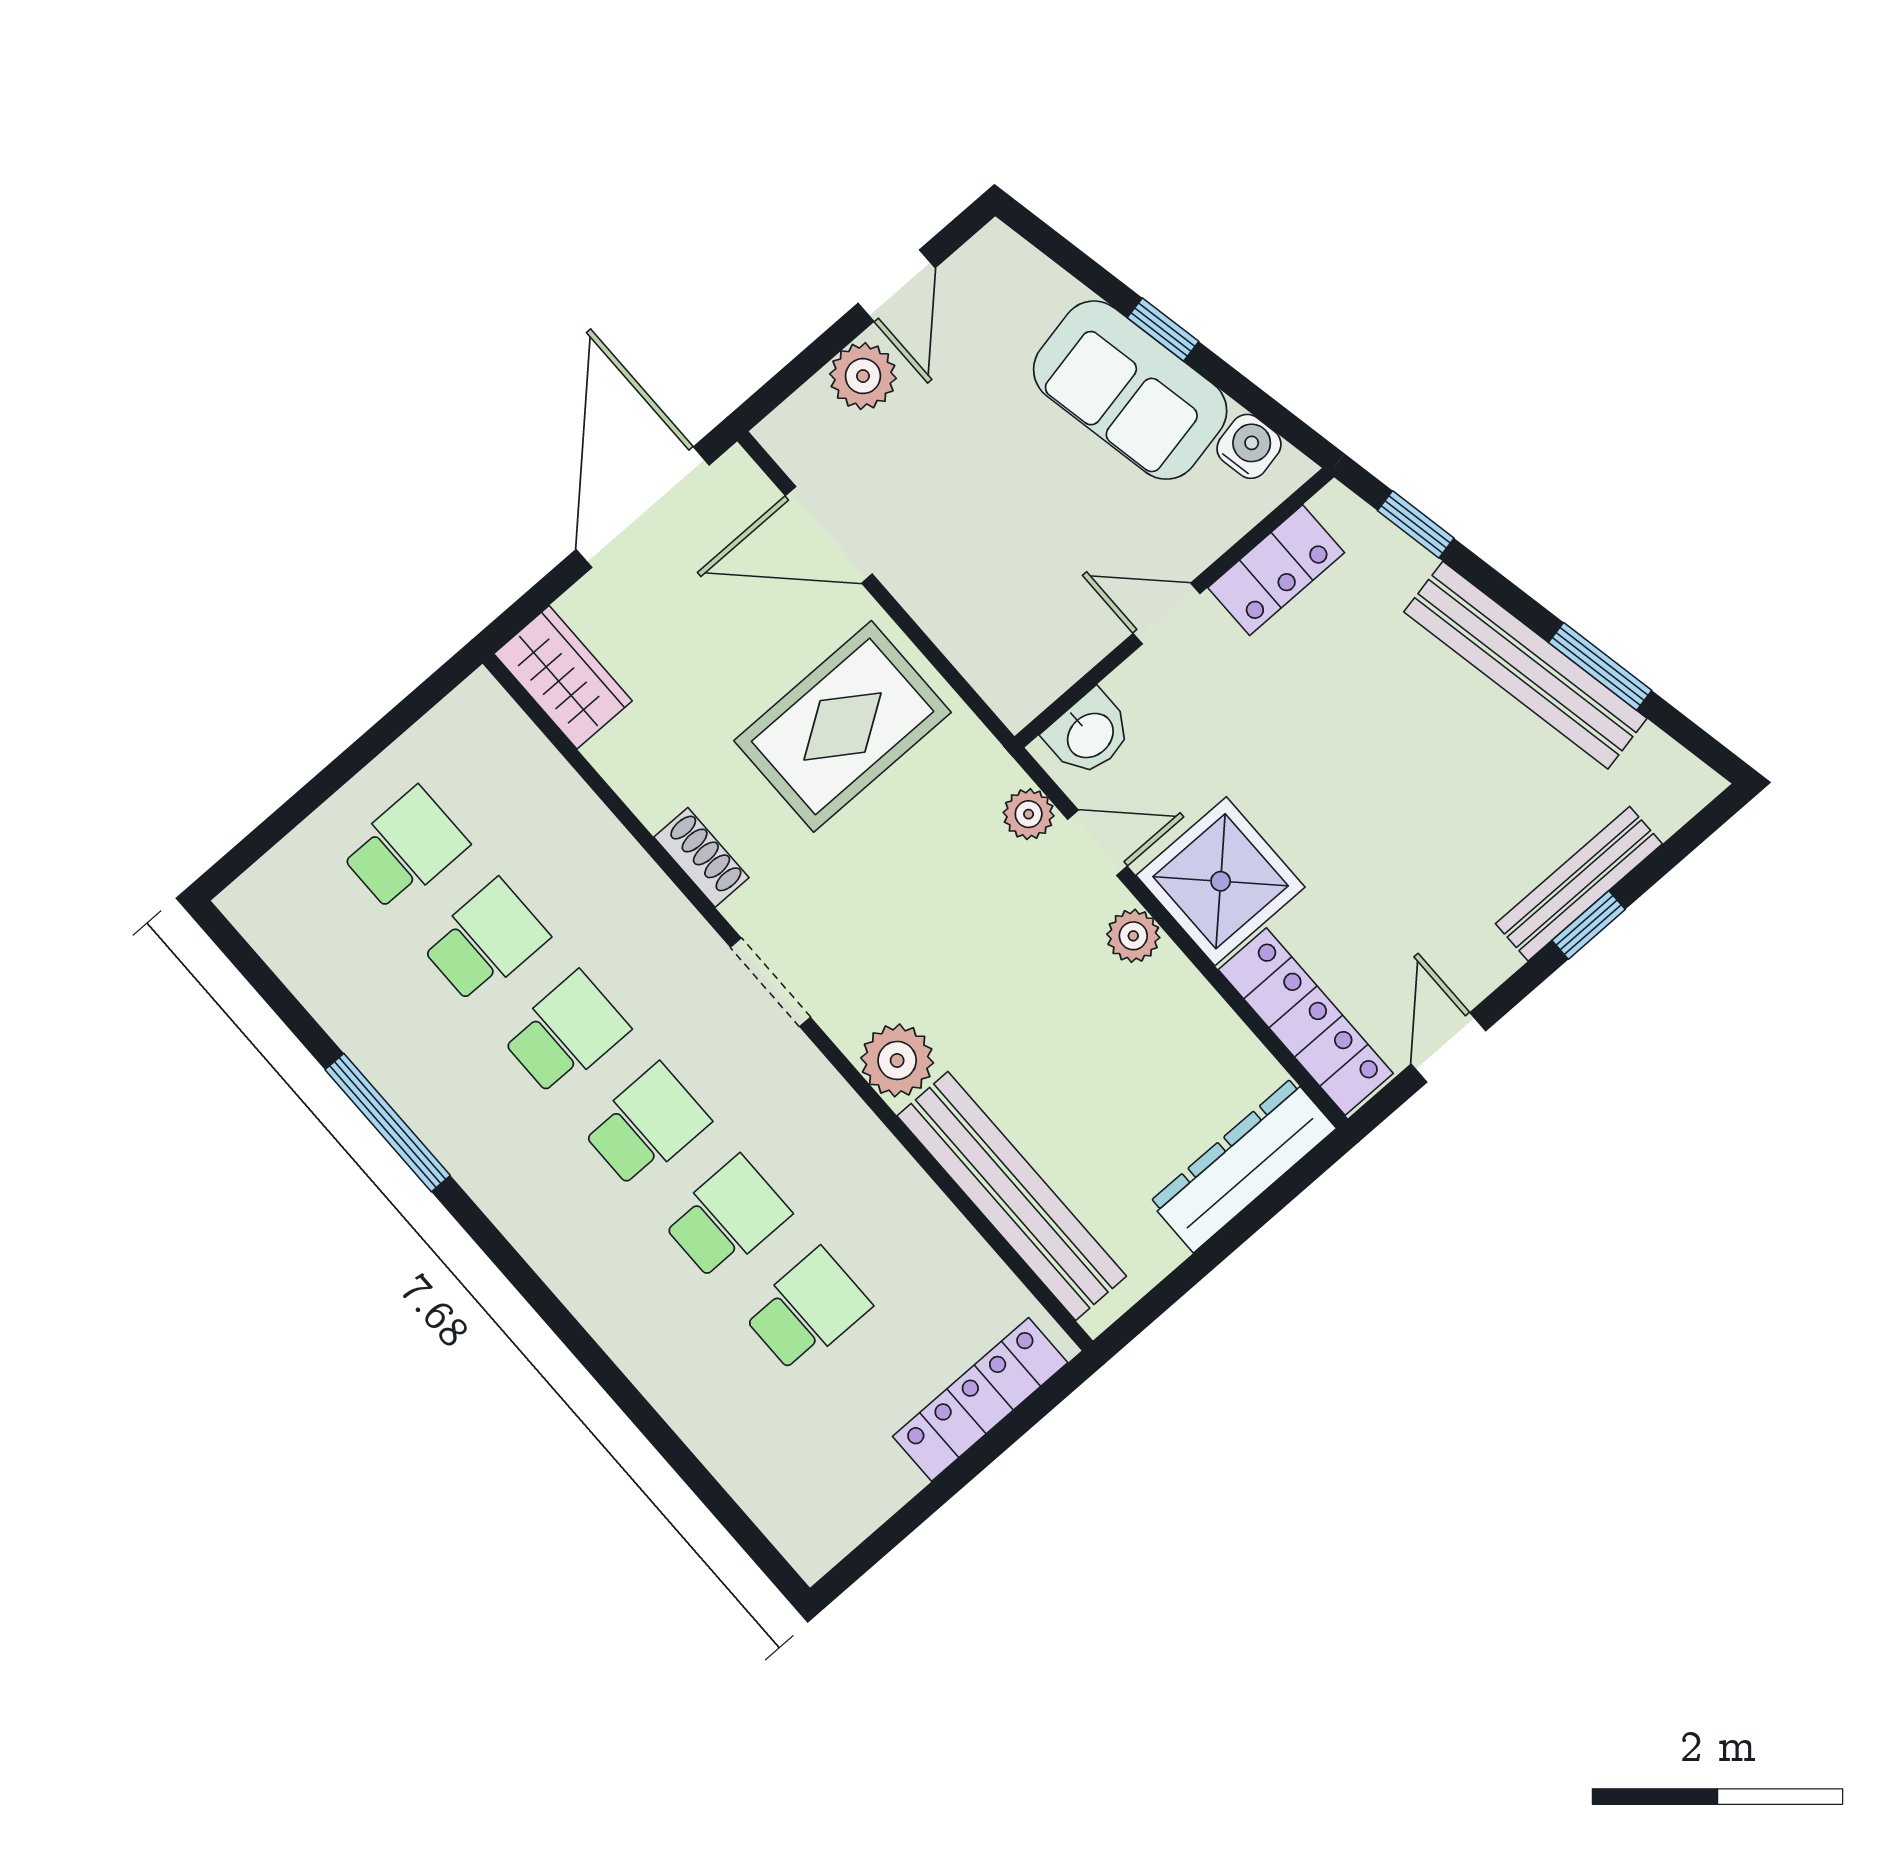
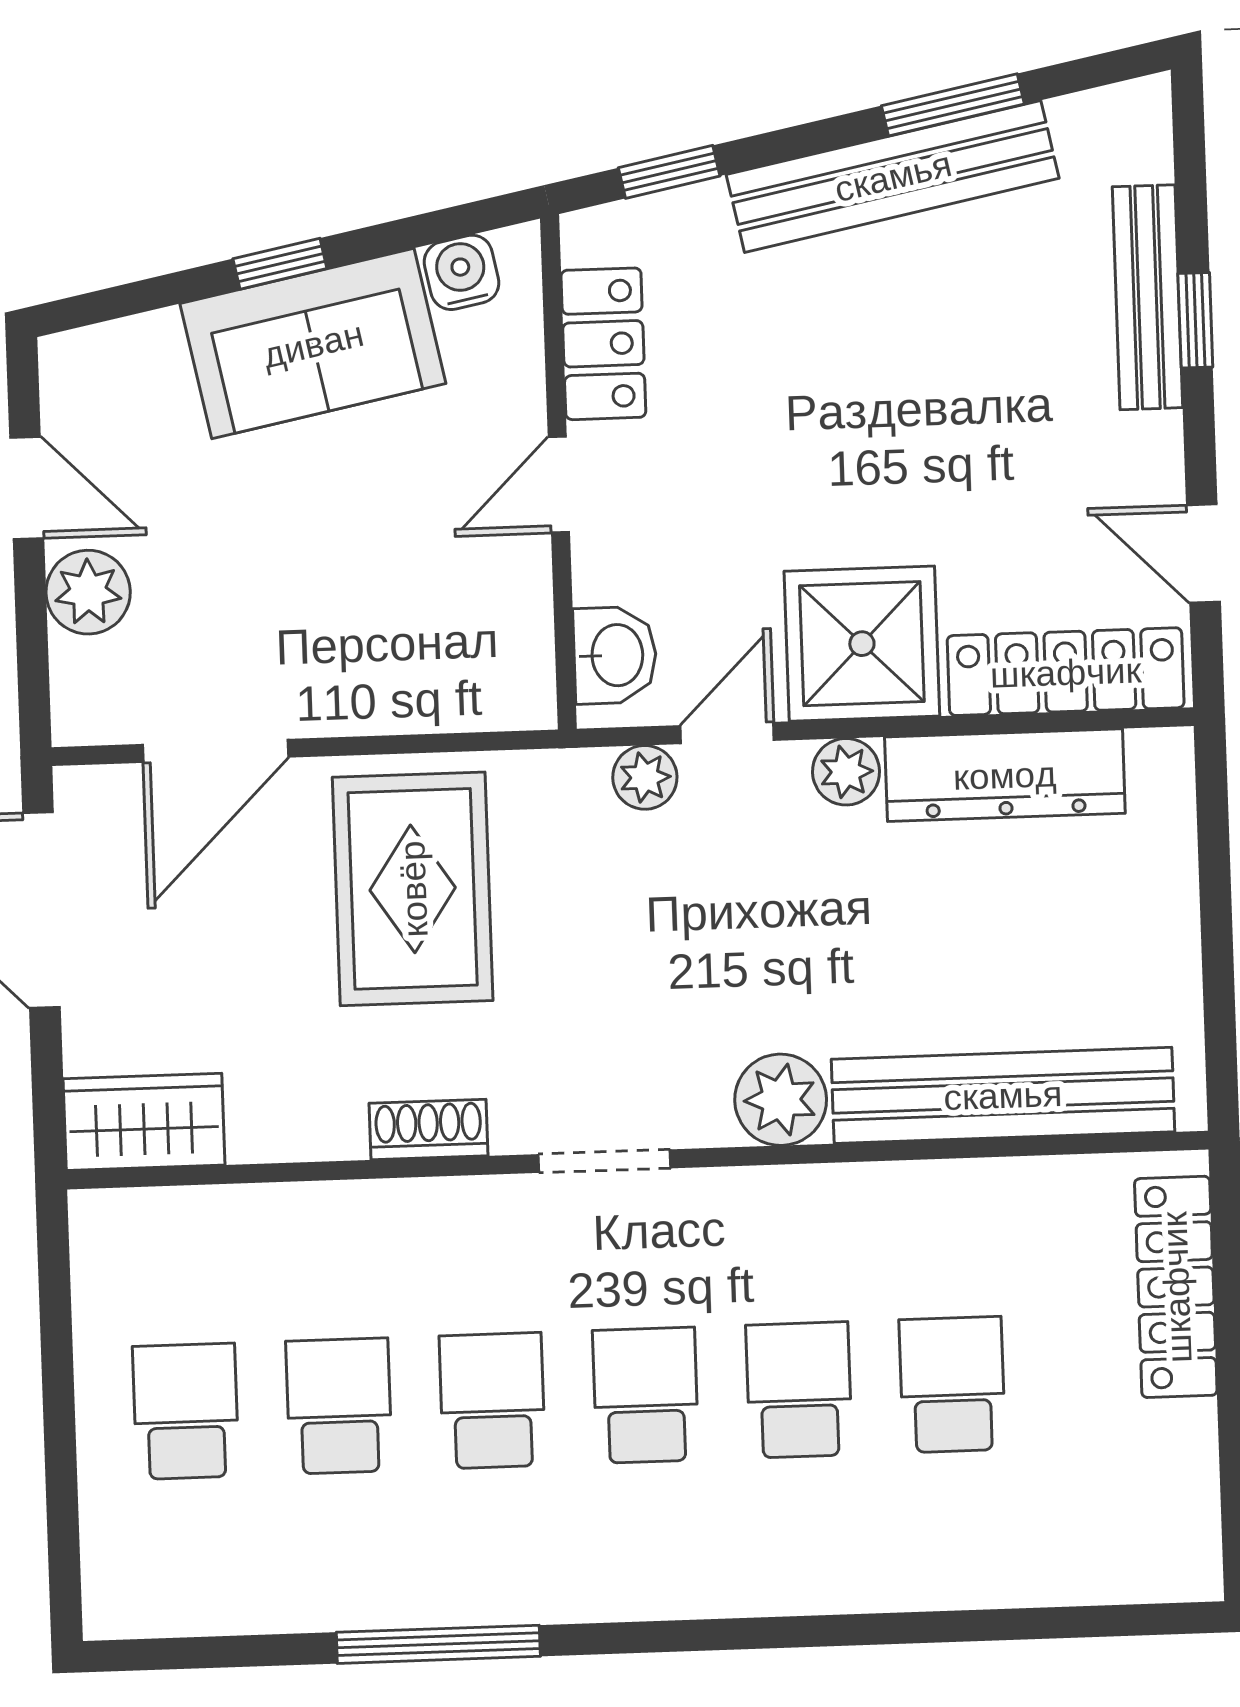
dresser: (1243, 1165) -> (1005, 775), moved, turned -90

